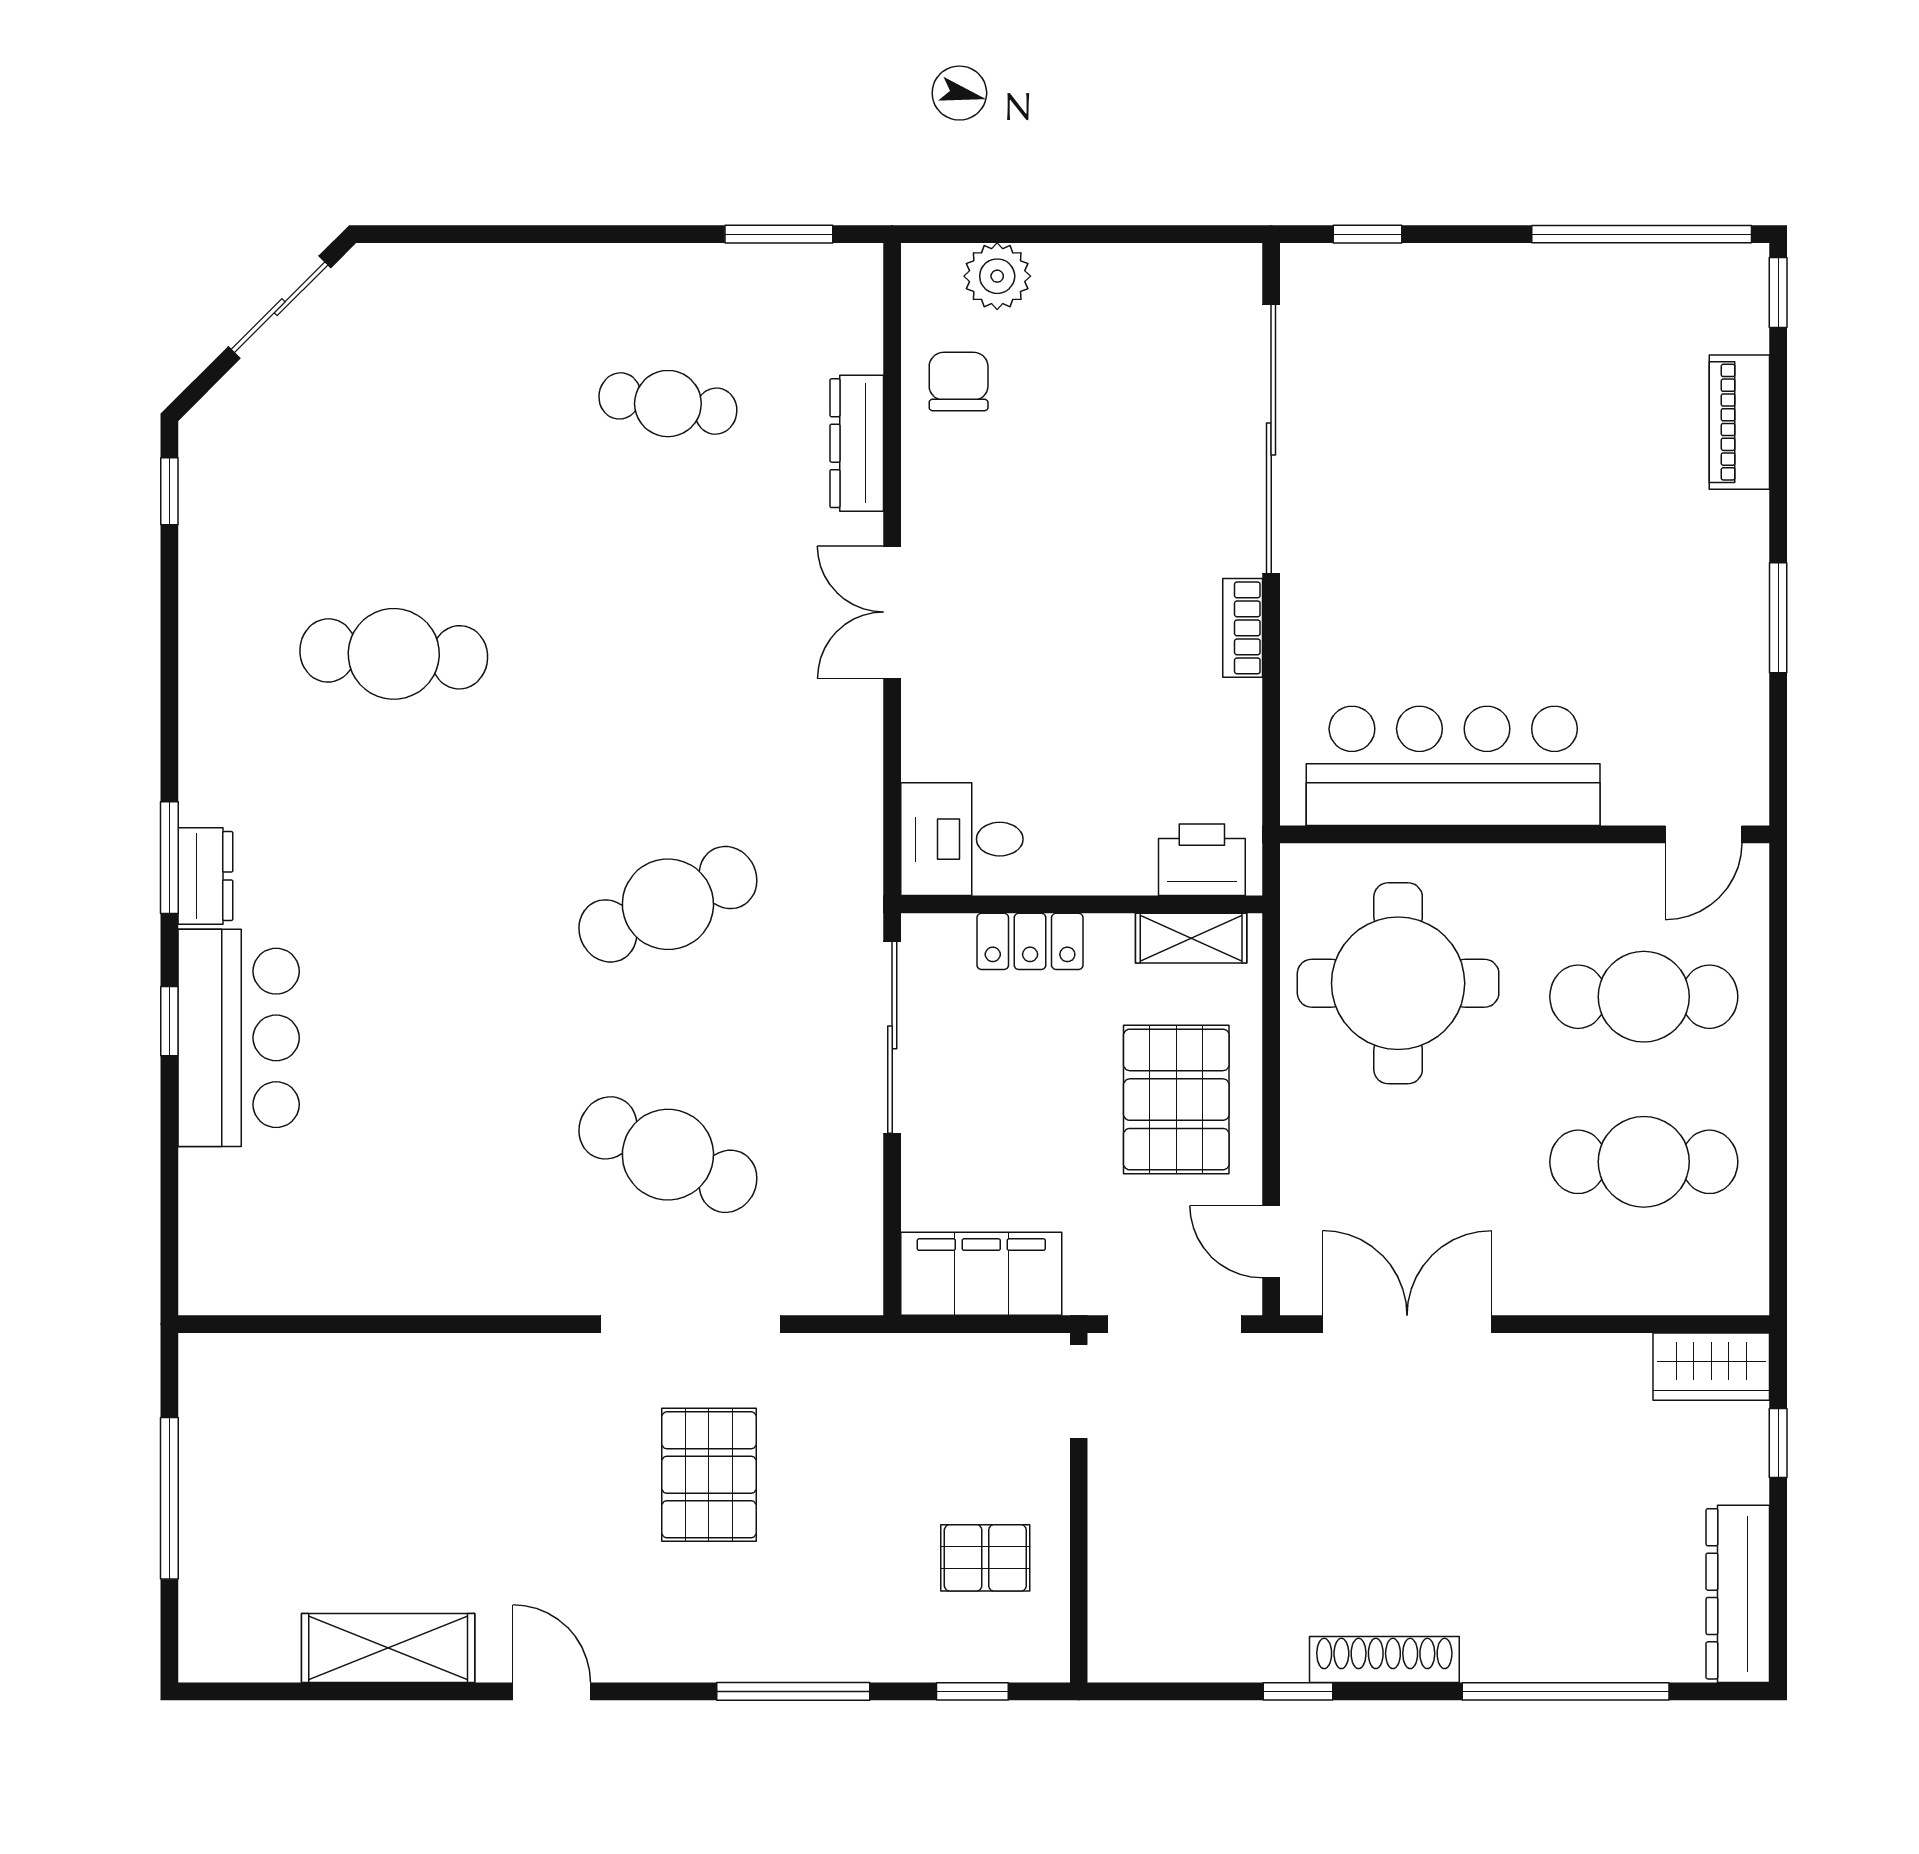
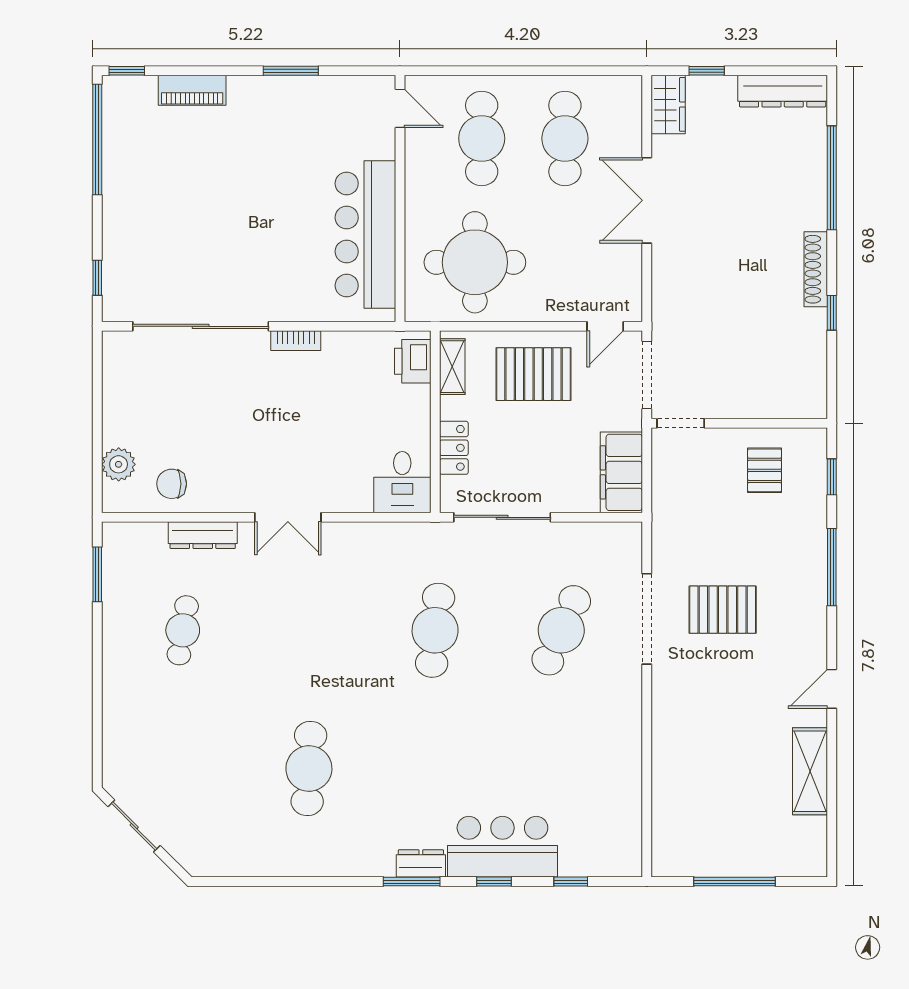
window: (169, 491) -> (571, 882), moved
cafe table: (668, 904) -> (435, 630), turned 30
double door: (1407, 1324) -> (647, 200), moved

